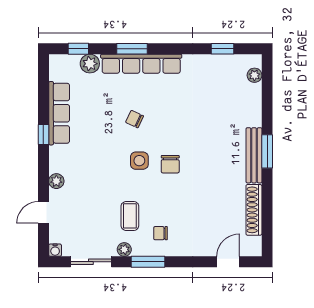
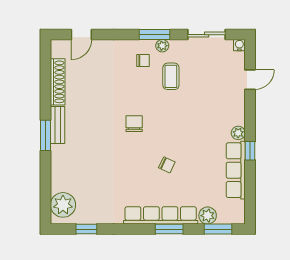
window: (78, 49) -> (218, 229), width x1.50
plant: (254, 75) -> (63, 205), width x1.88, depth x1.88
bench: (254, 155) -> (58, 125), width x0.73
side table: (139, 161) -> (162, 127), removed
plant: (56, 181) -> (238, 133), moved
plant: (124, 249) -> (162, 46), moved

